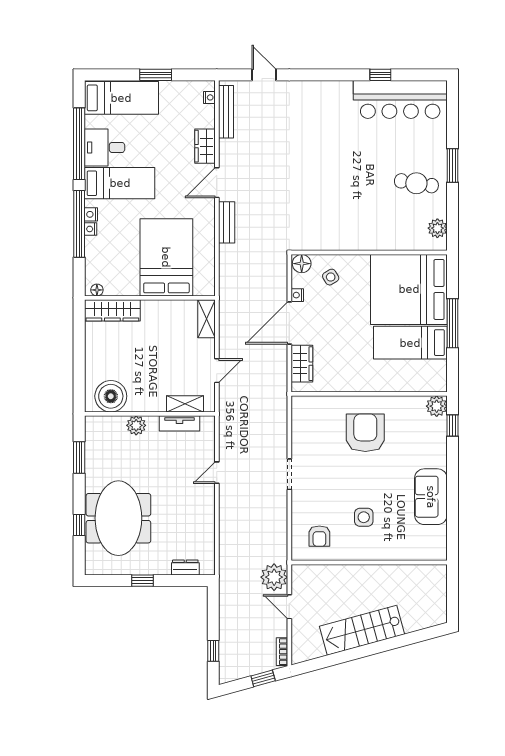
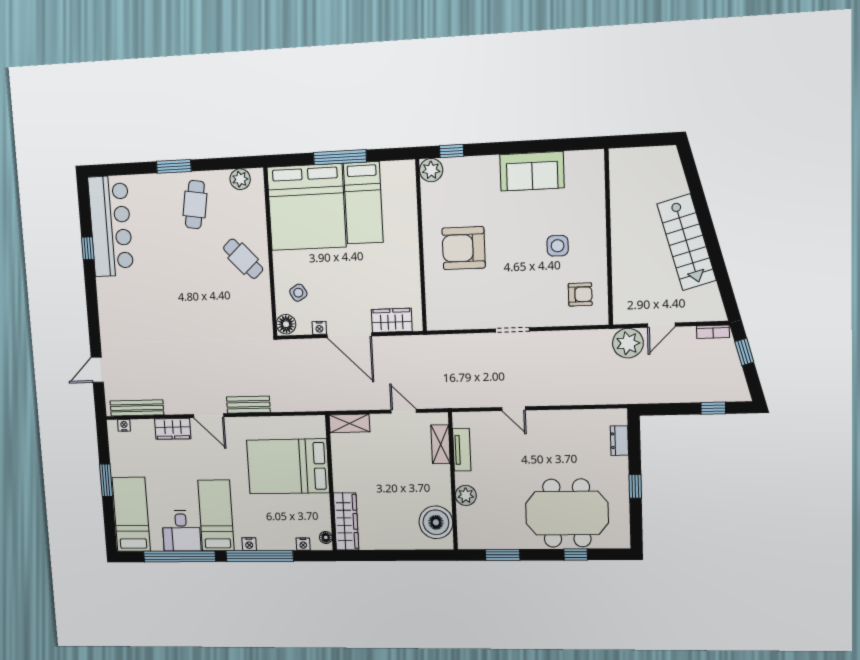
cafe table: (364, 226) -> (243, 259), added
nightstand: (91, 229) -> (303, 544), moved

